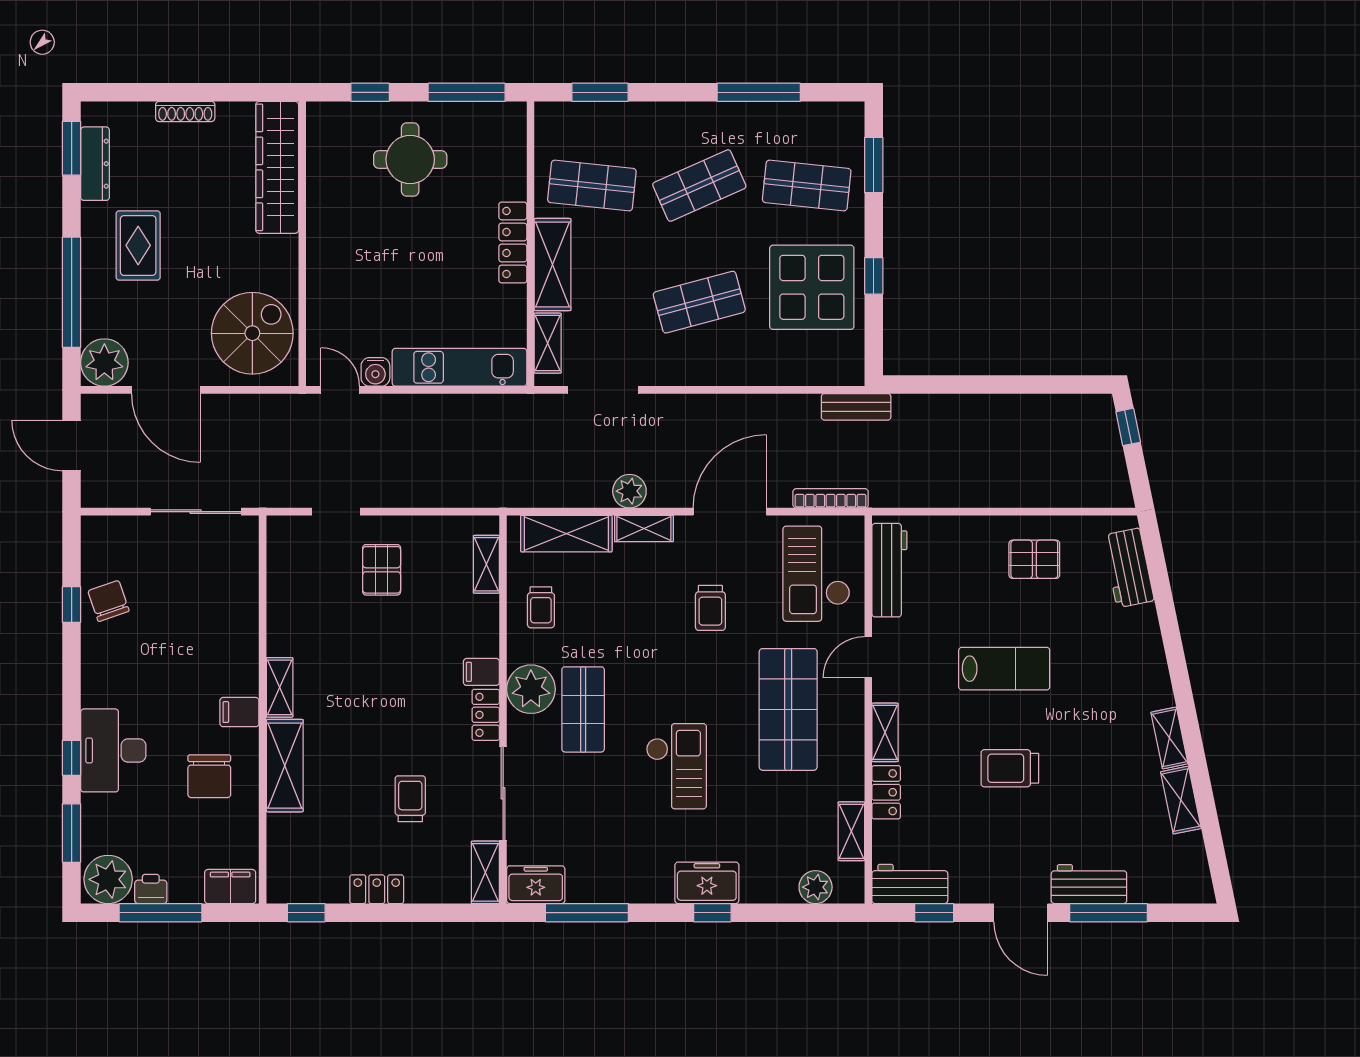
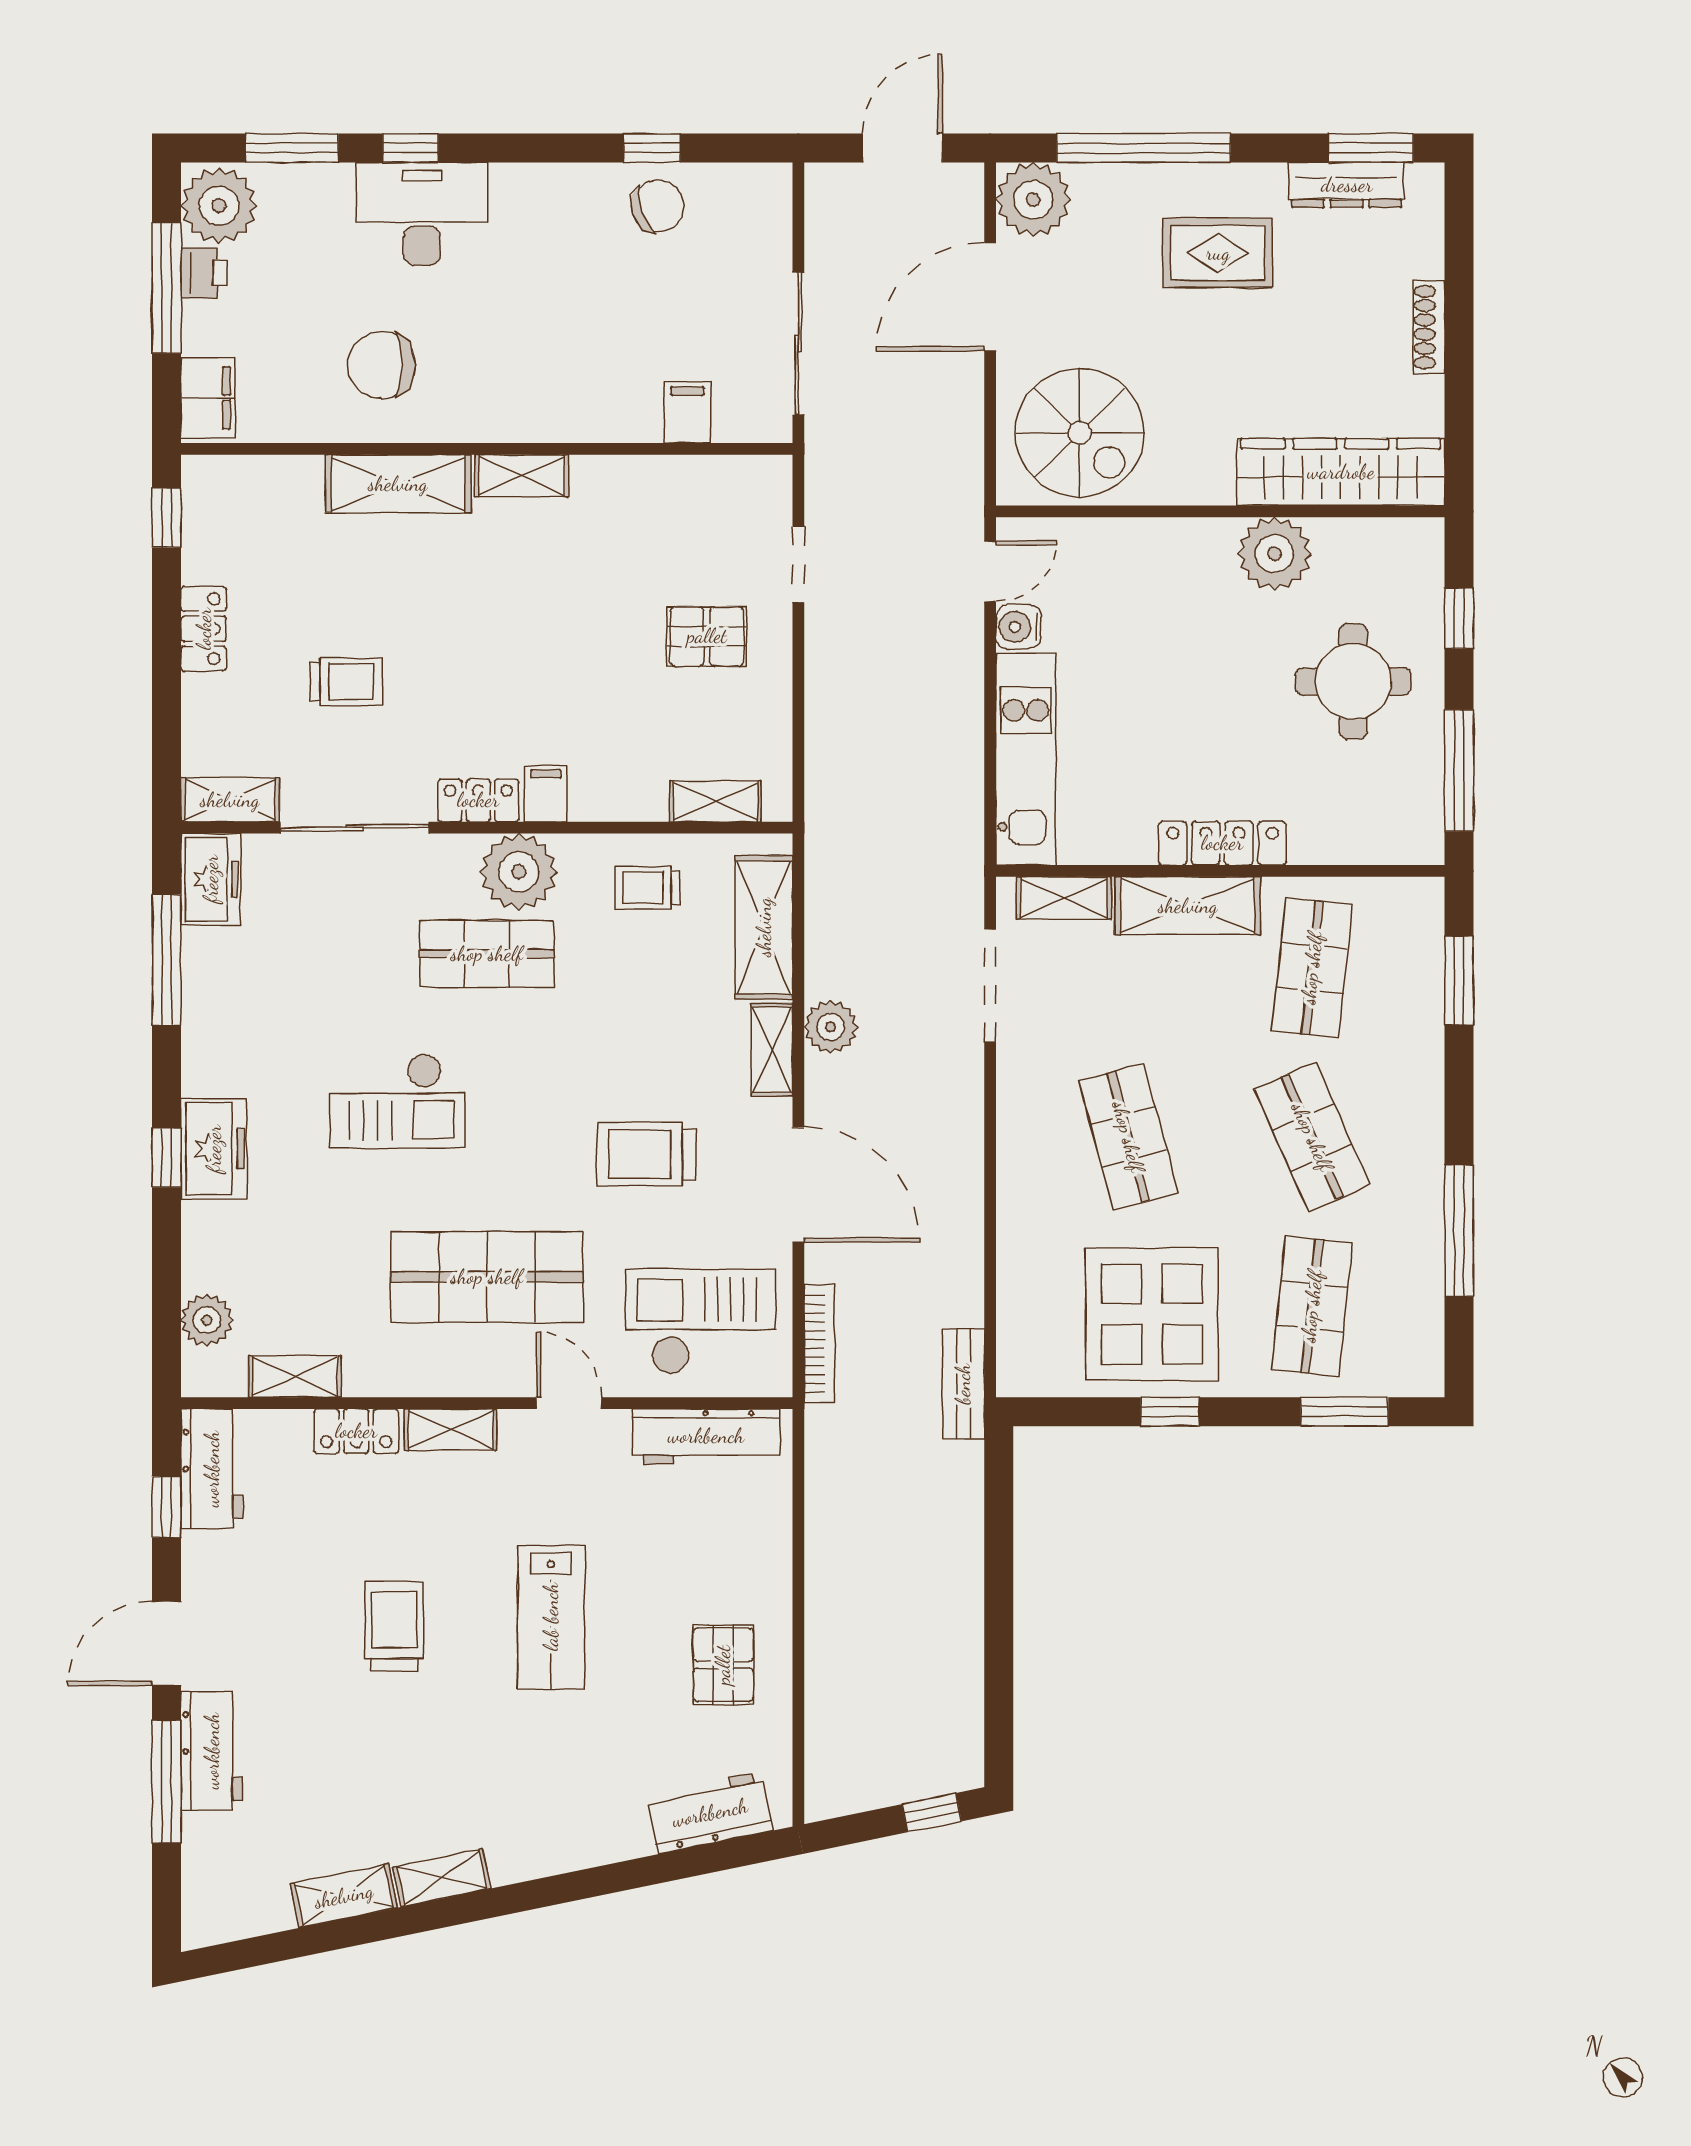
plant: (329, 209) -> (1274, 554), added
trolley: (710, 608) -> (647, 1154), width x1.36, depth x1.39
filing cabinet: (239, 712) -> (687, 412), moved

